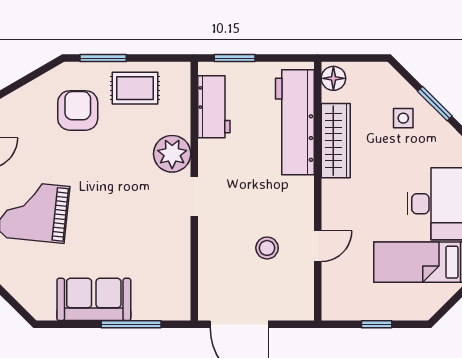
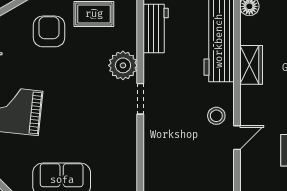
wardrobe: (336, 141) -> (251, 65), width x0.67
stool: (267, 248) -> (216, 116), moved

